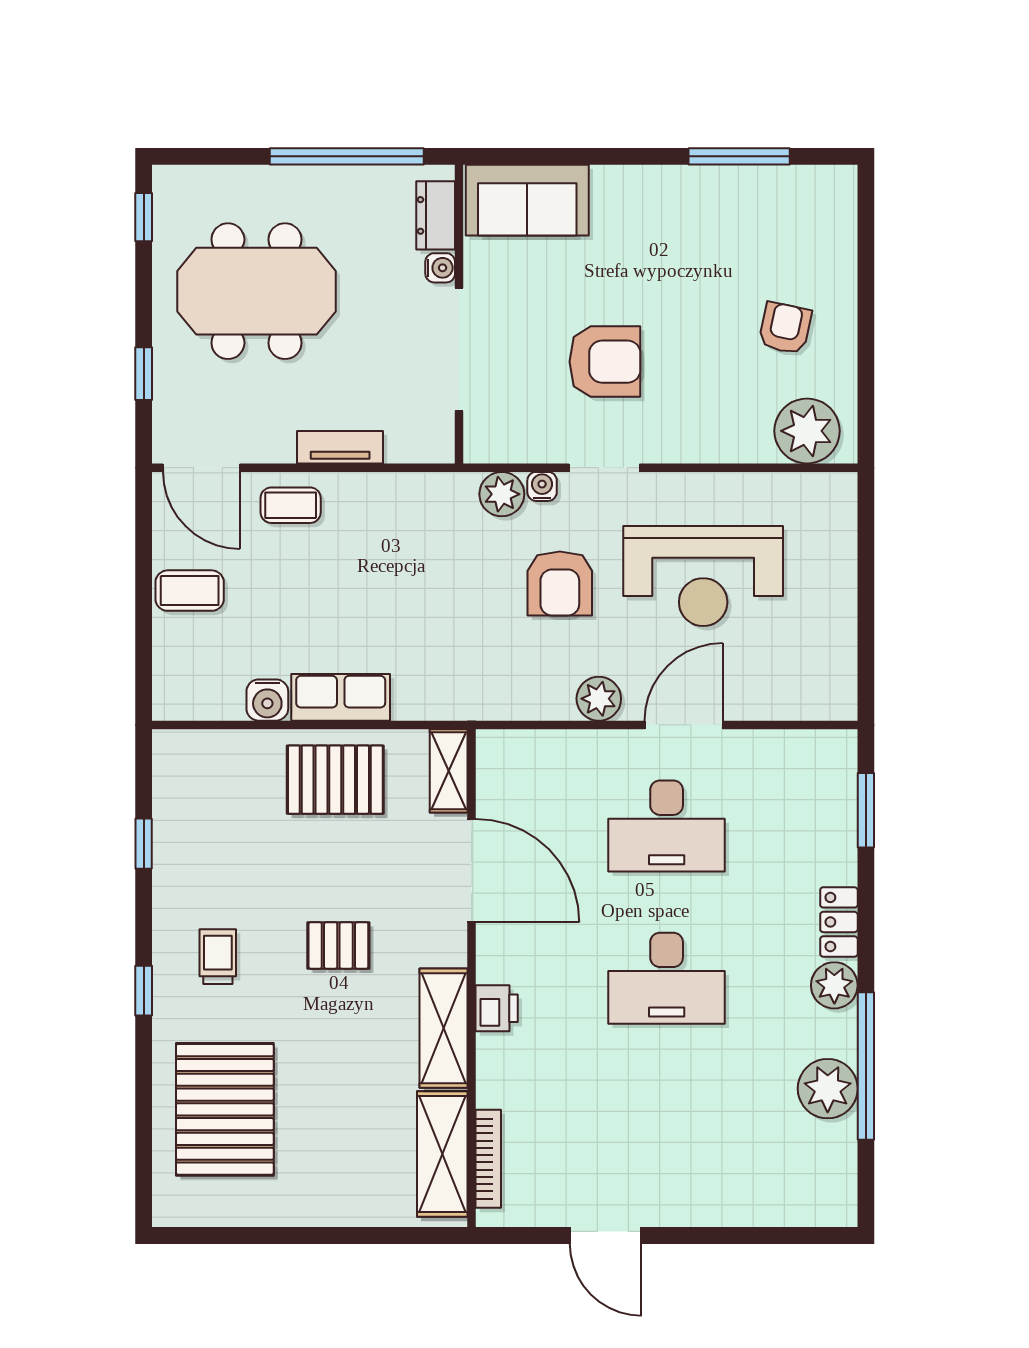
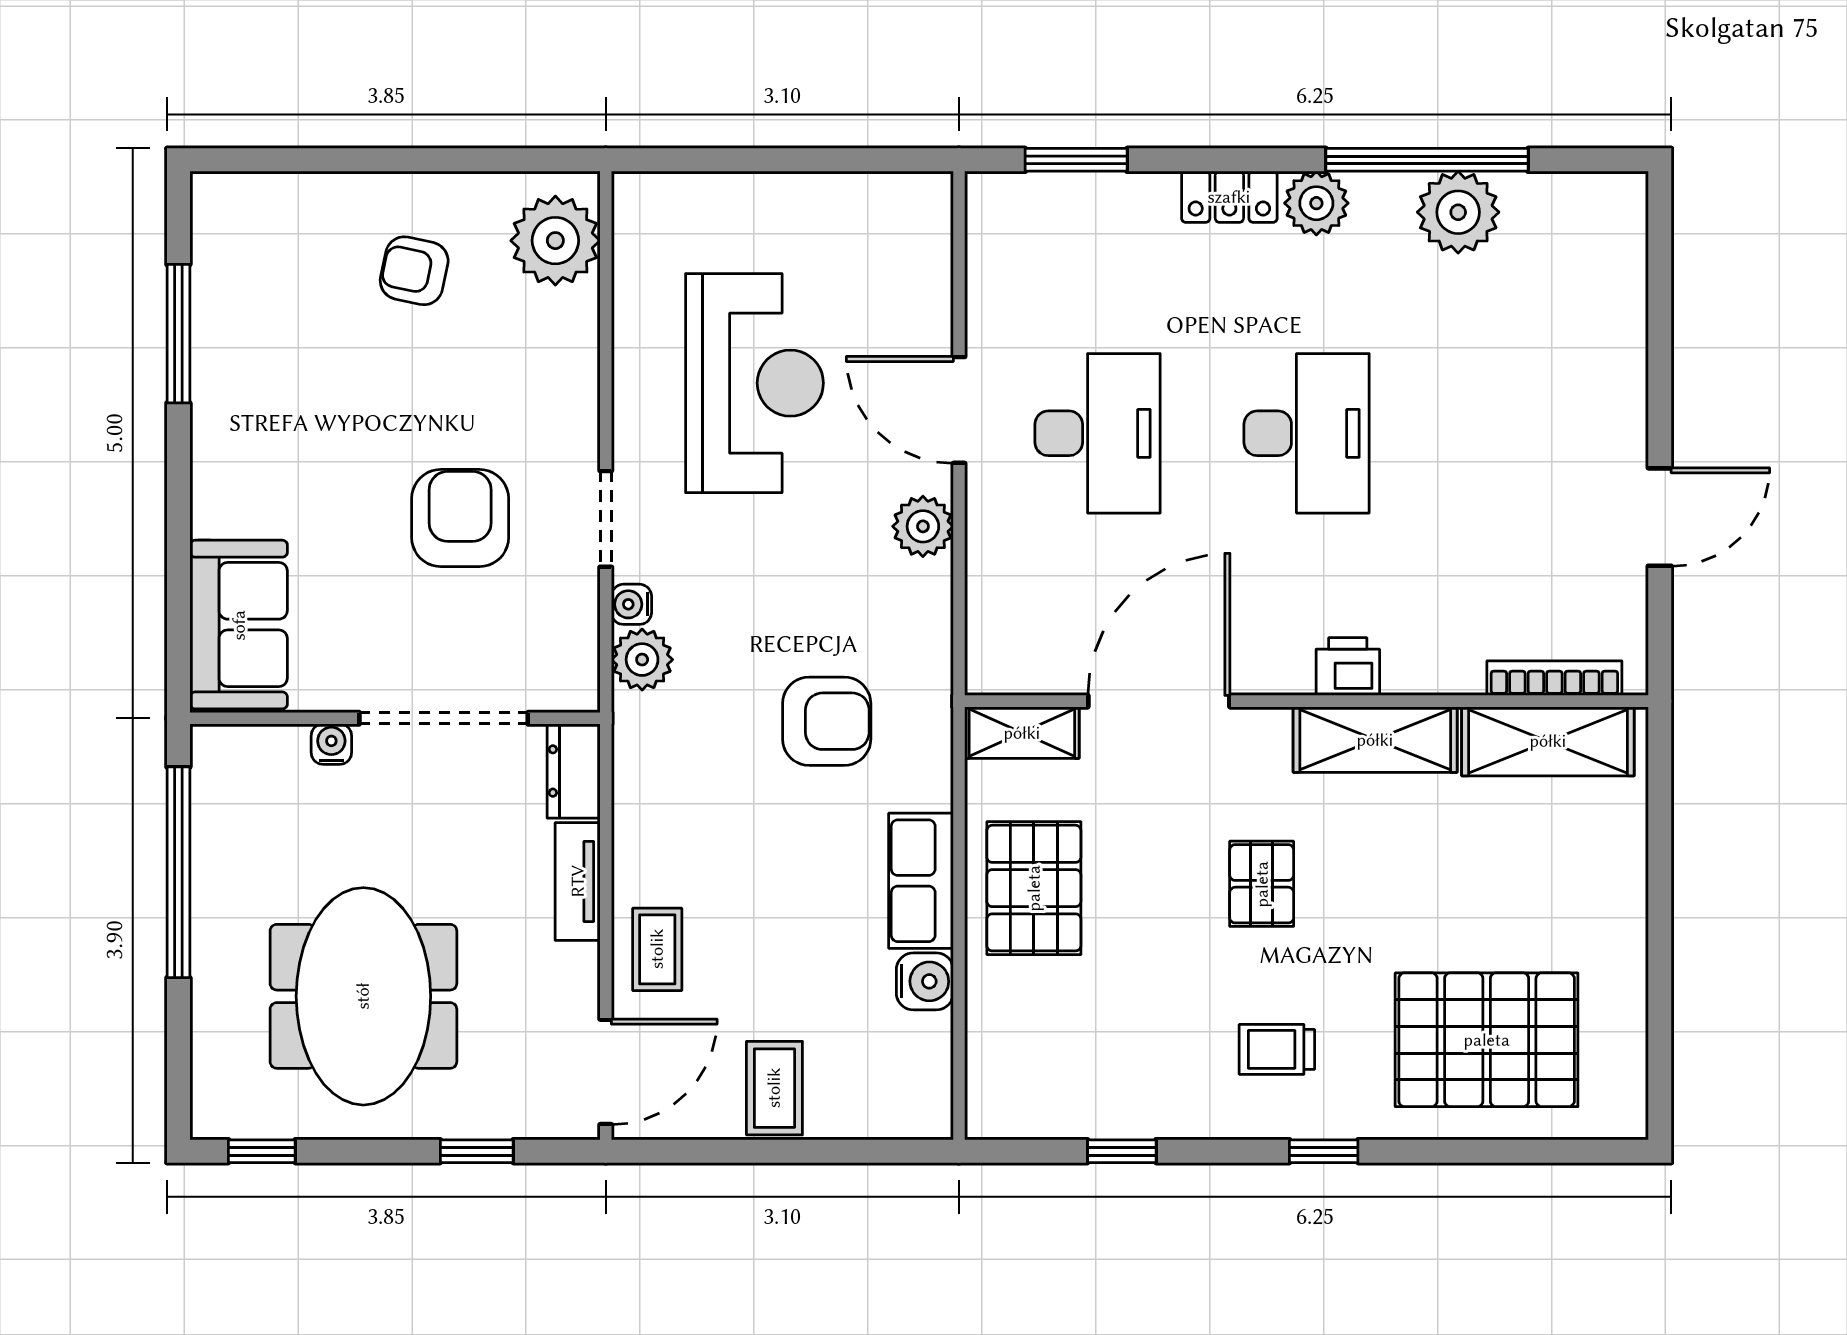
dresser: (436, 215) -> (574, 771), moved, turned 90
armchair: (560, 583) -> (827, 721), moved

